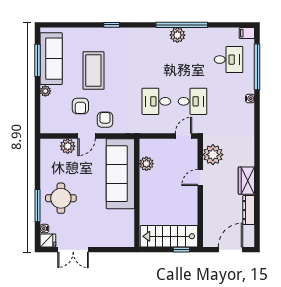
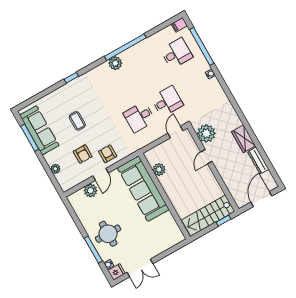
plant: (177, 35) -> (115, 63), moved
coffee table: (93, 71) -> (77, 121), width x0.54, depth x0.58
plant: (45, 91) -> (55, 169), moved

